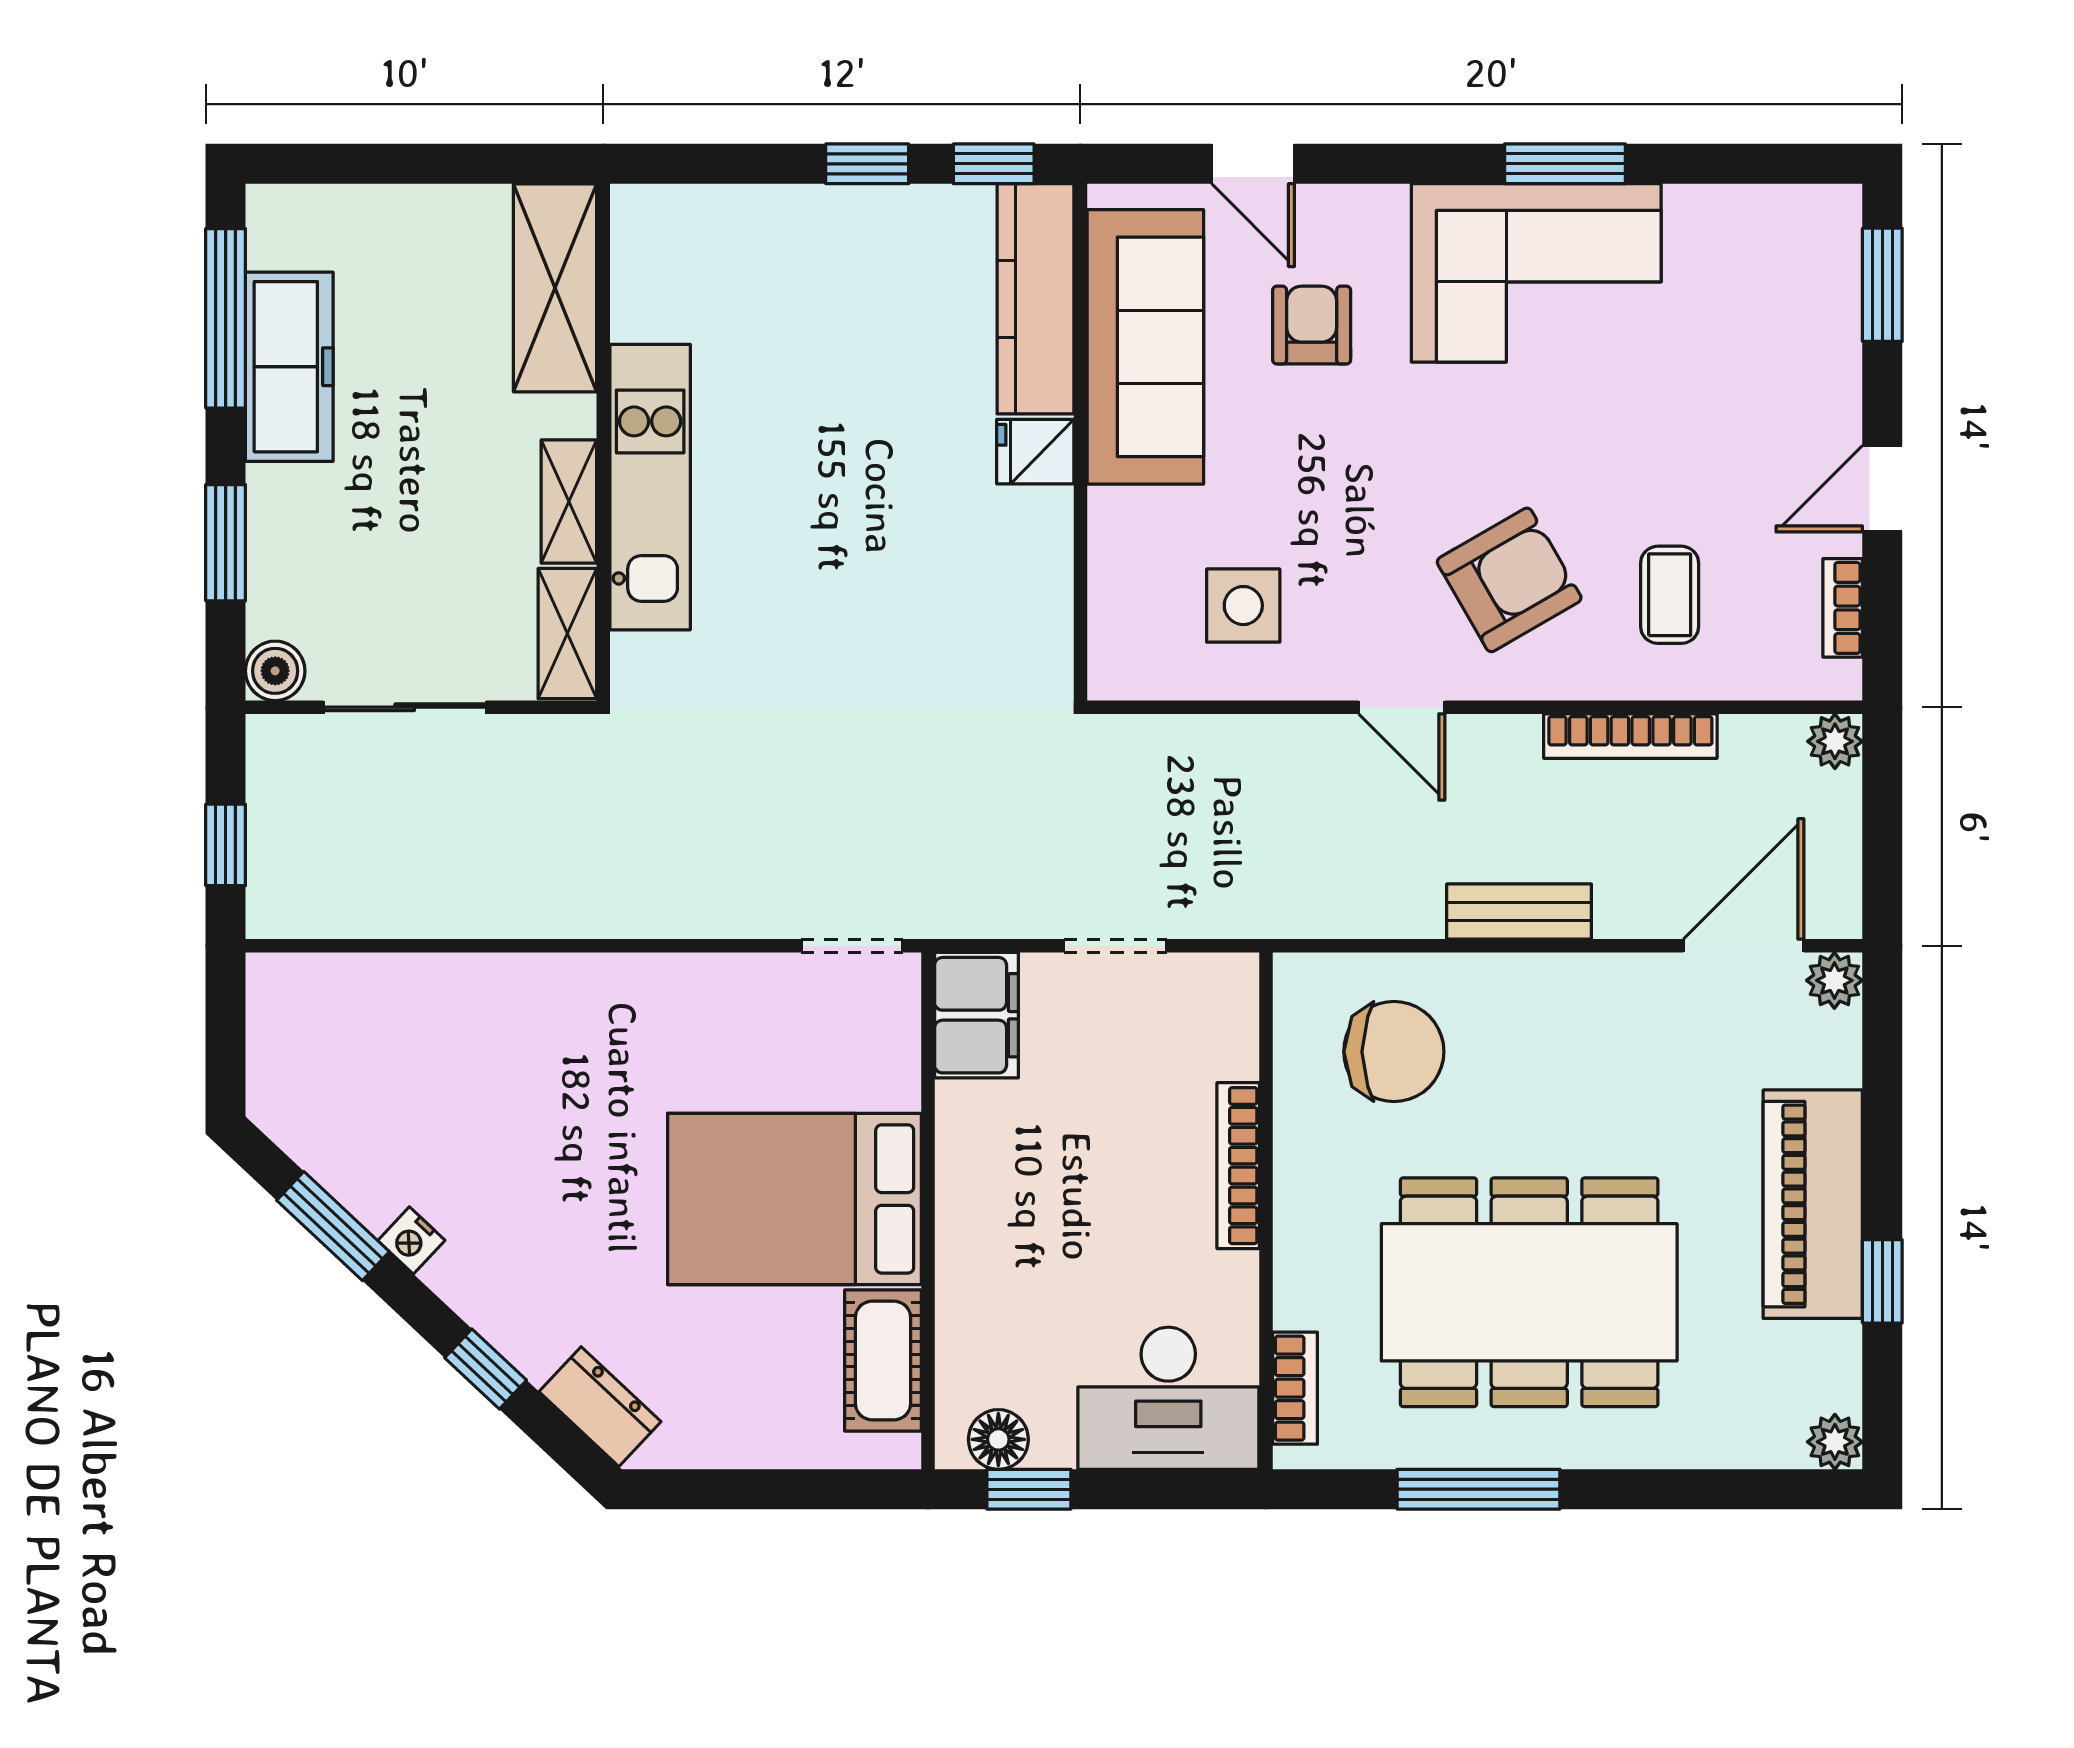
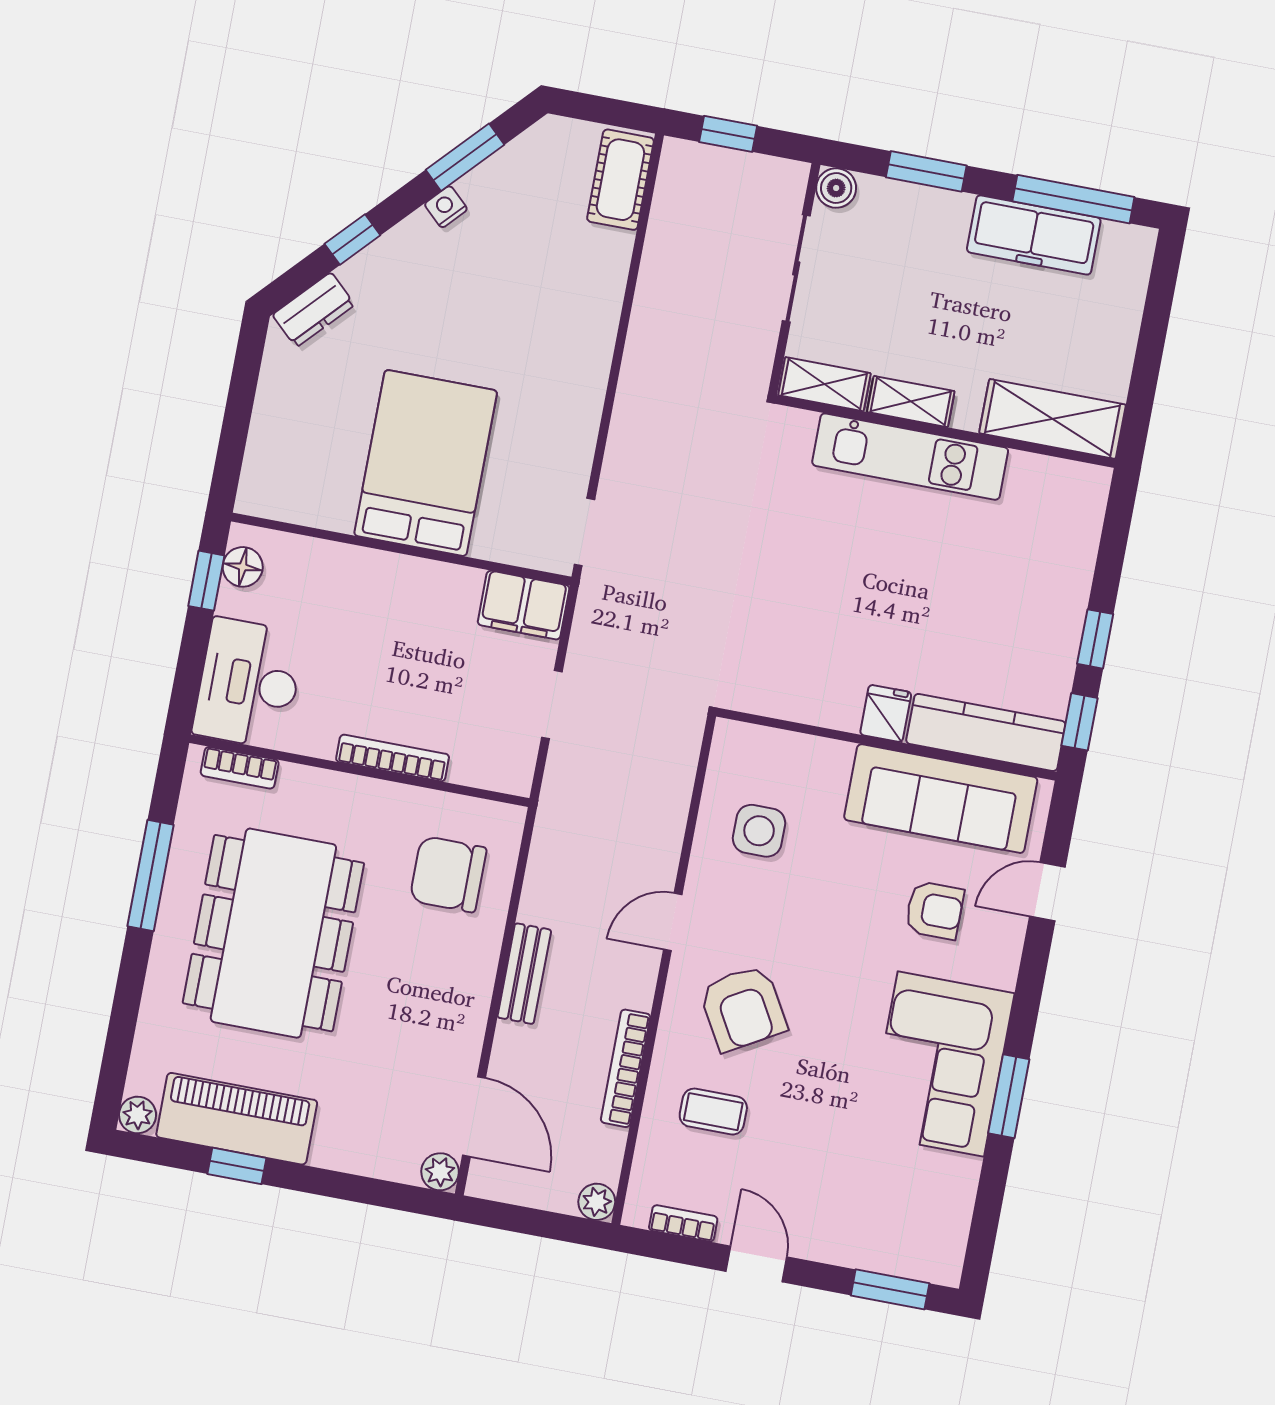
chair: (1394, 1052) -> (448, 874), turned 90
piano: (1813, 1204) -> (237, 1119), moved
cot: (883, 1361) -> (620, 180), moved, turned 90

